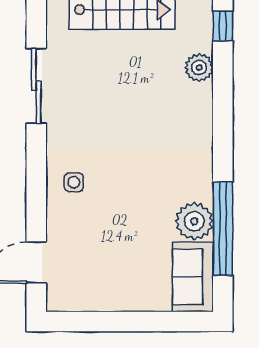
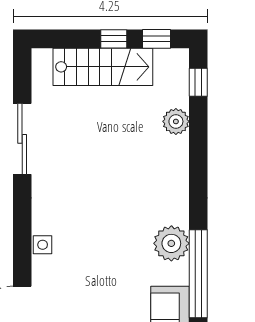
side table: (74, 182) -> (43, 245), moved
plant: (194, 221) -> (171, 243), moved

